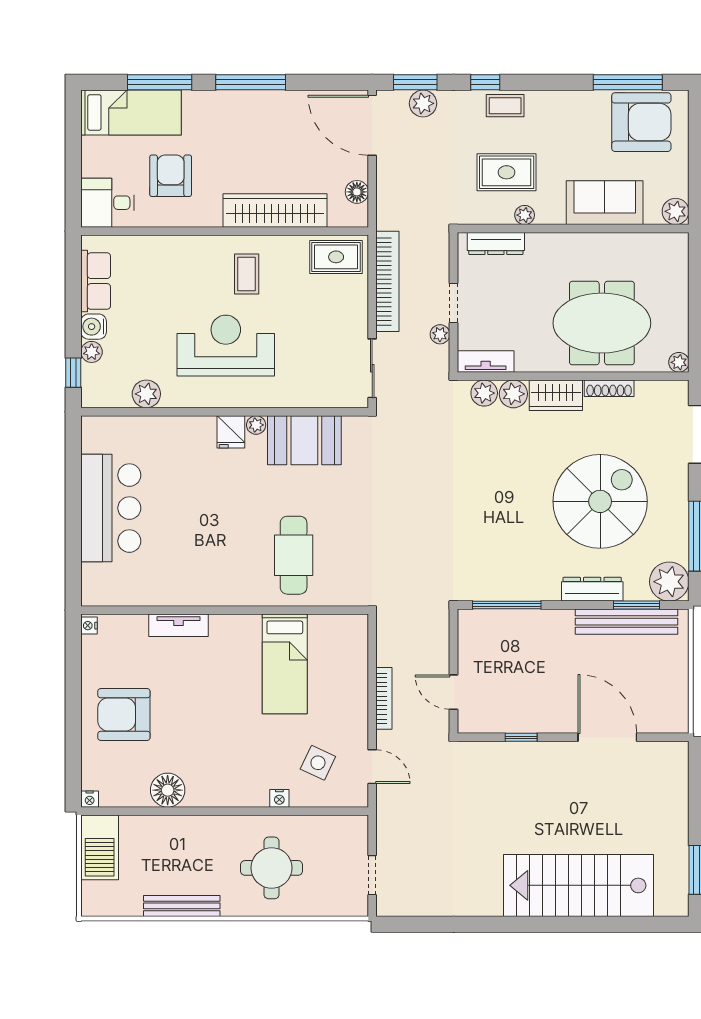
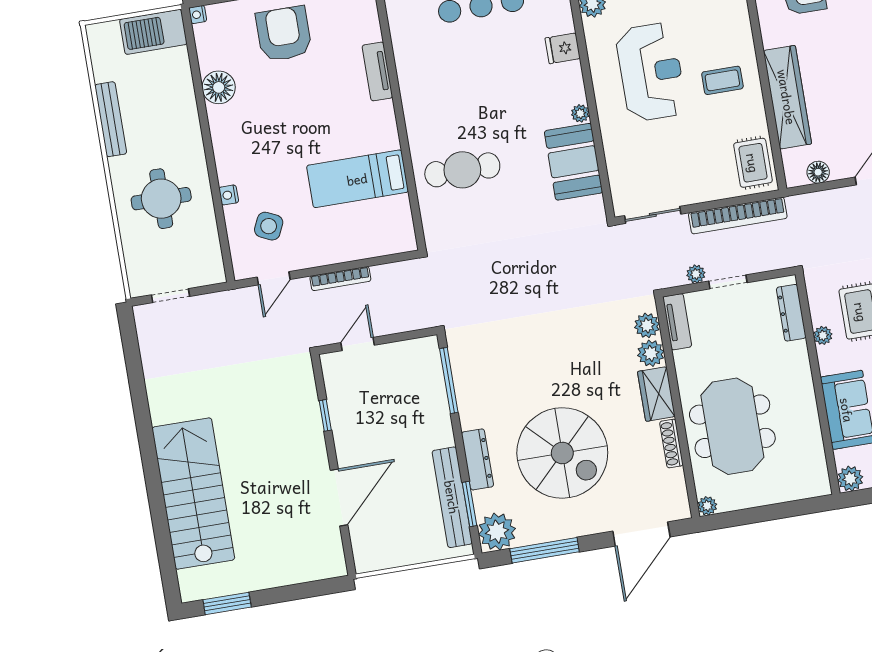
fridge: (231, 432) -> (563, 48), moved

